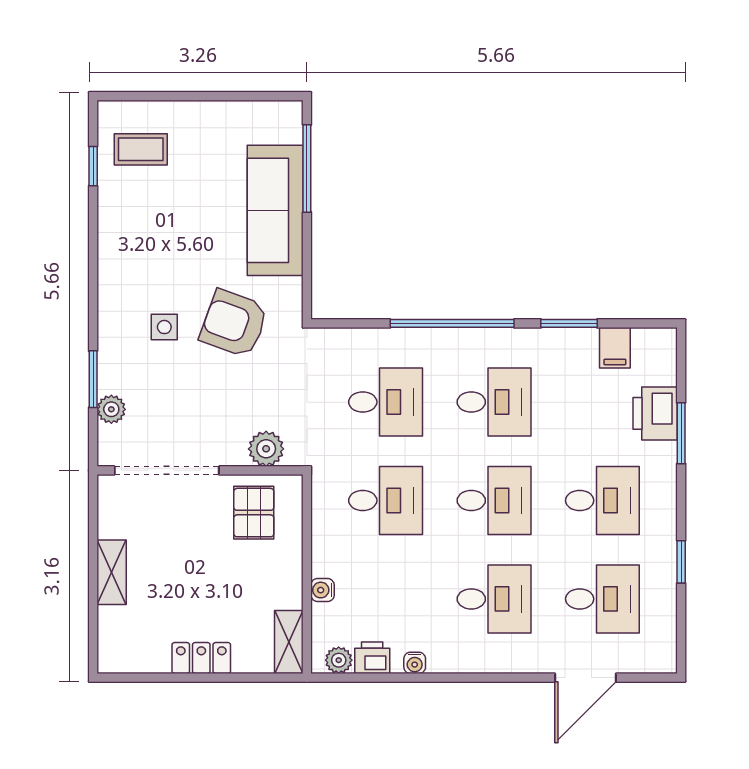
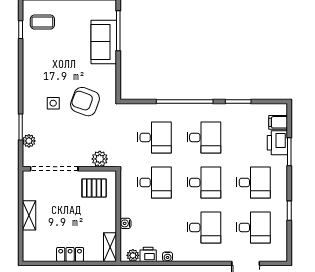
sofa: (275, 210) -> (104, 42), width x0.73
filing cabinet: (615, 348) -> (278, 122), moved, turned 90
pallet: (254, 513) -> (94, 188), turned 90

